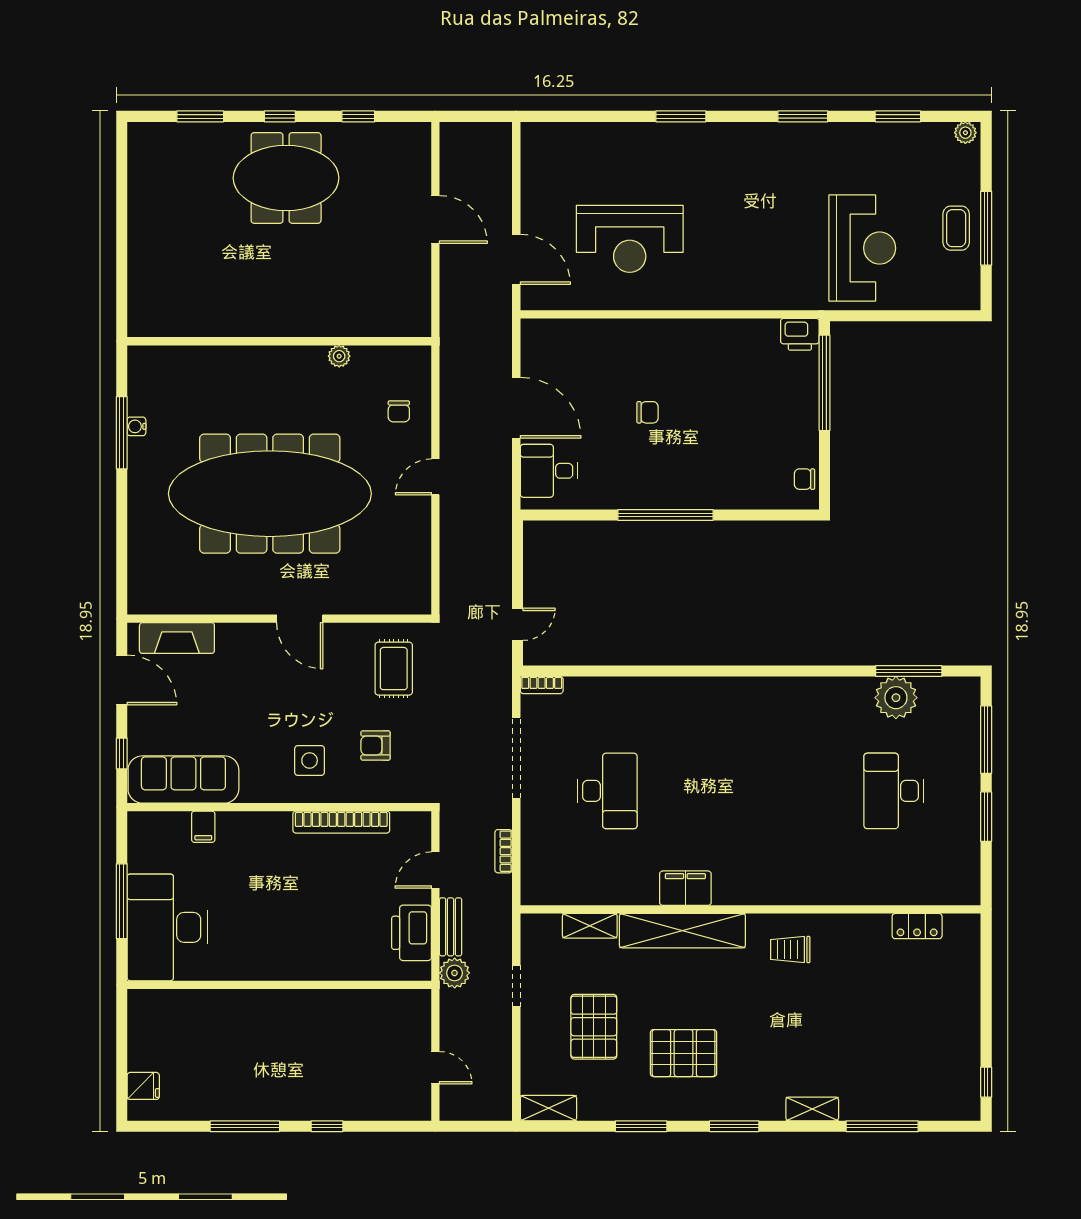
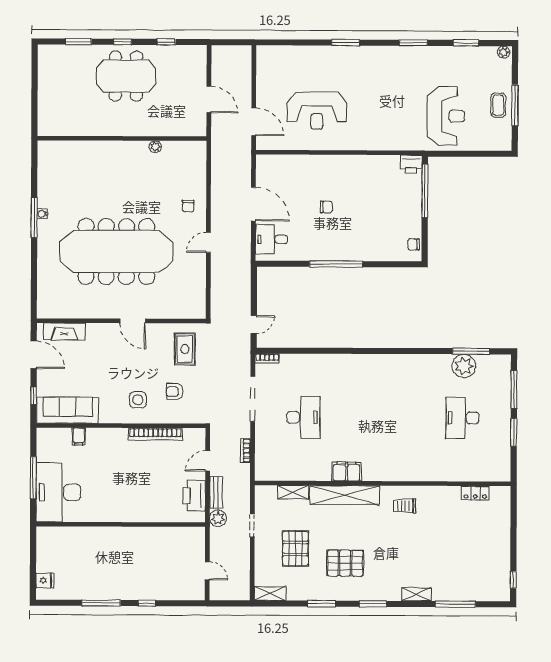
wall: (279, 341) -> (122, 138), moved
plant: (339, 356) -> (155, 147), moved

